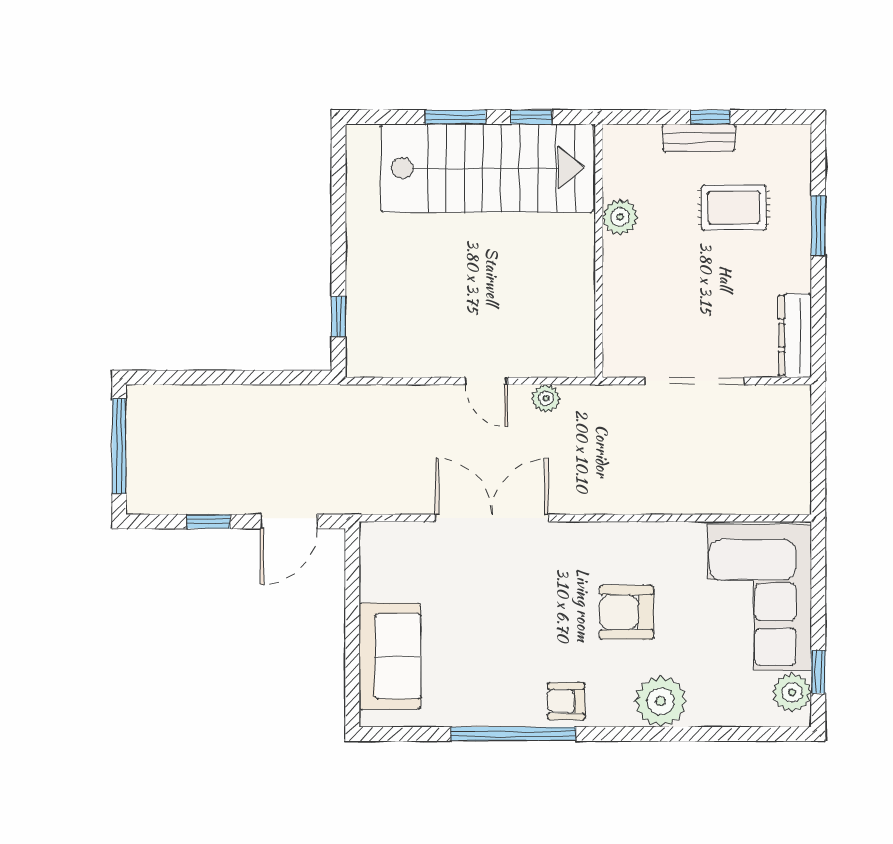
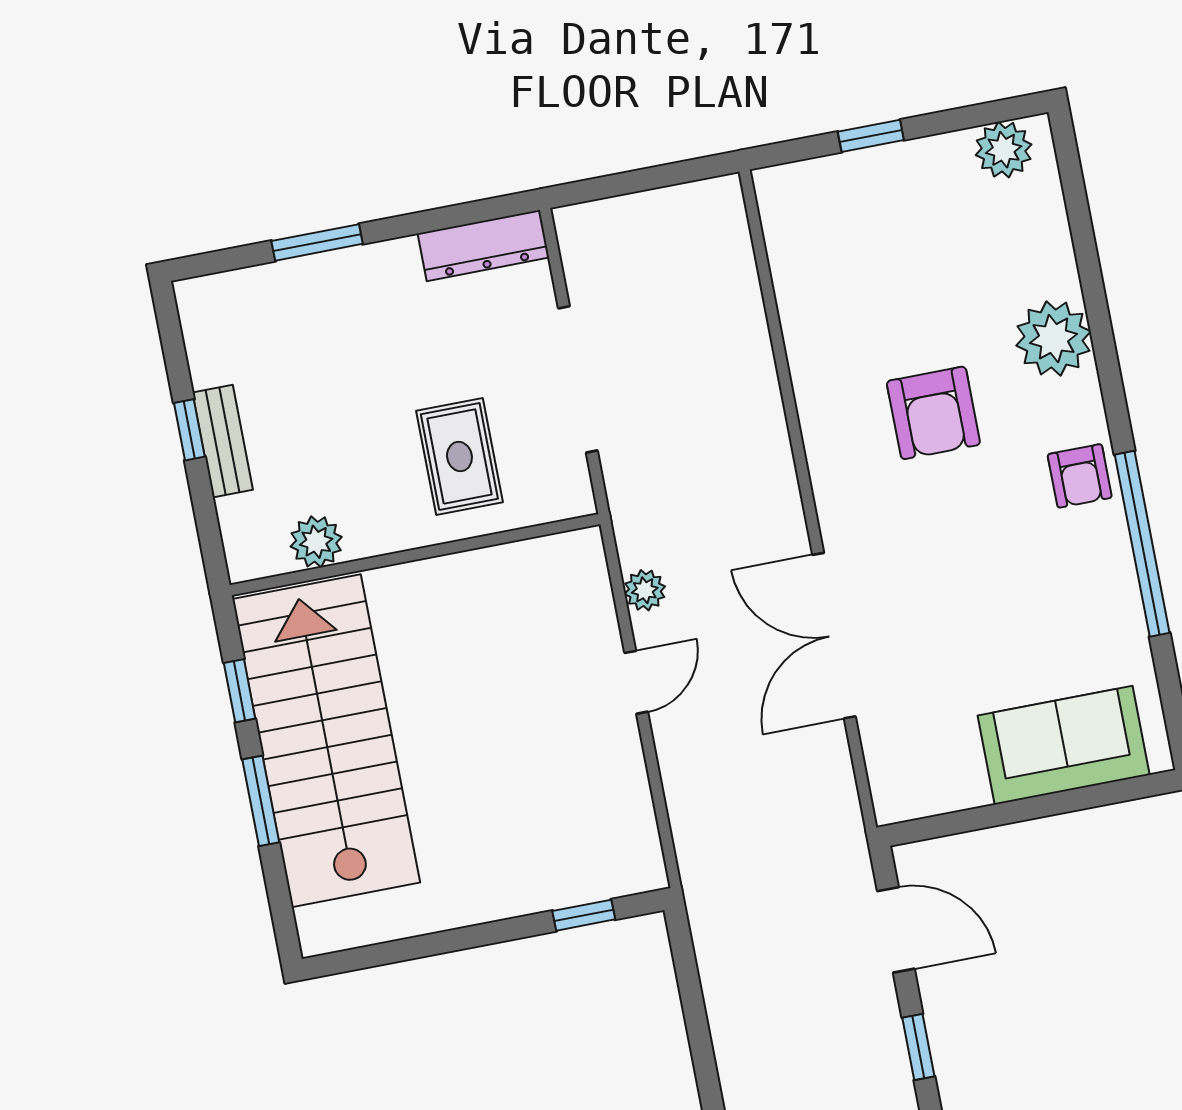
rug: (734, 207) -> (459, 457), moved
plant: (620, 217) -> (316, 542), moved
corner sofa: (759, 597) -> (875, 224), removed
window: (818, 672) -> (871, 136), moved

